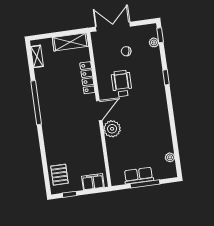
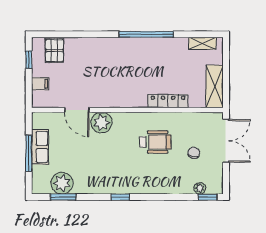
window: (166, 77) -> (120, 197), moved
door: (99, 111) -> (77, 110), moved
window: (176, 151) -> (63, 197), added
plant: (170, 157) -> (62, 183), width x1.88, depth x1.88
pallet: (59, 175) -> (54, 51), turned 90
filing cabinet: (93, 182) -> (40, 84), width x0.50

